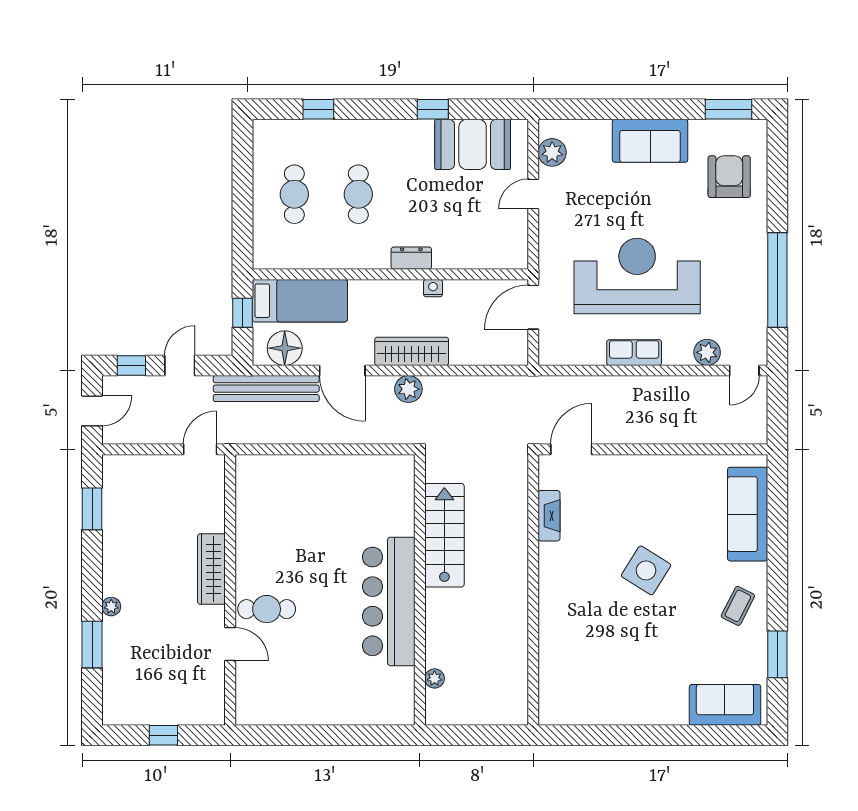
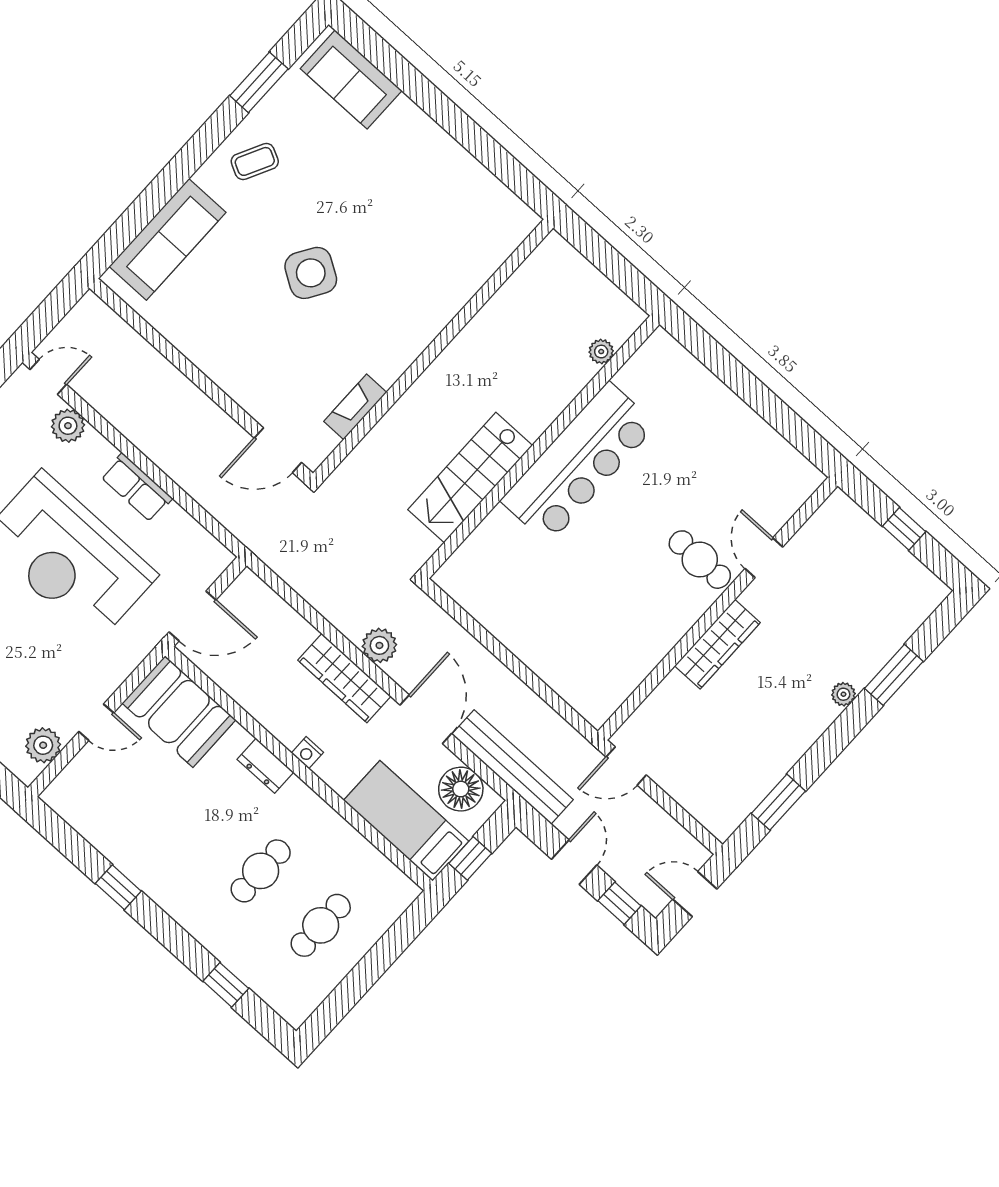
booth: (473, 144) -> (179, 712), moved
nightstand: (433, 288) -> (307, 753), moved
door: (180, 366) -> (574, 862), swing flipped

